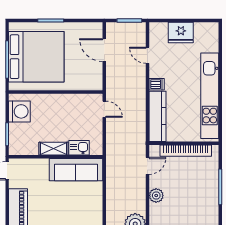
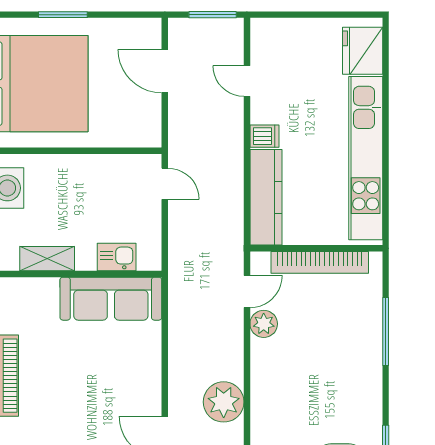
fridge: (181, 33) -> (363, 51), moved, turned 90
shelving: (53, 149) -> (47, 259), moved
plant: (156, 195) -> (264, 324), moved

